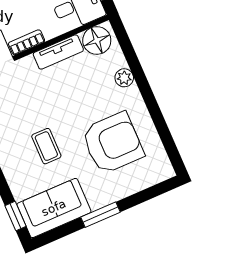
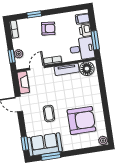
plant: (124, 78) -> (103, 141), moved
window: (100, 215) -> (51, 156), moved

